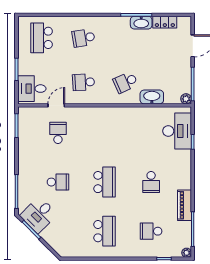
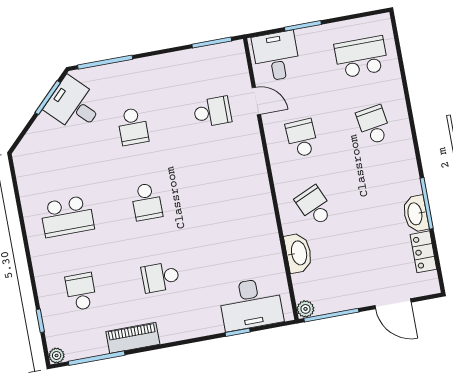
school desk: (105, 182) -> (147, 202), width x0.54

